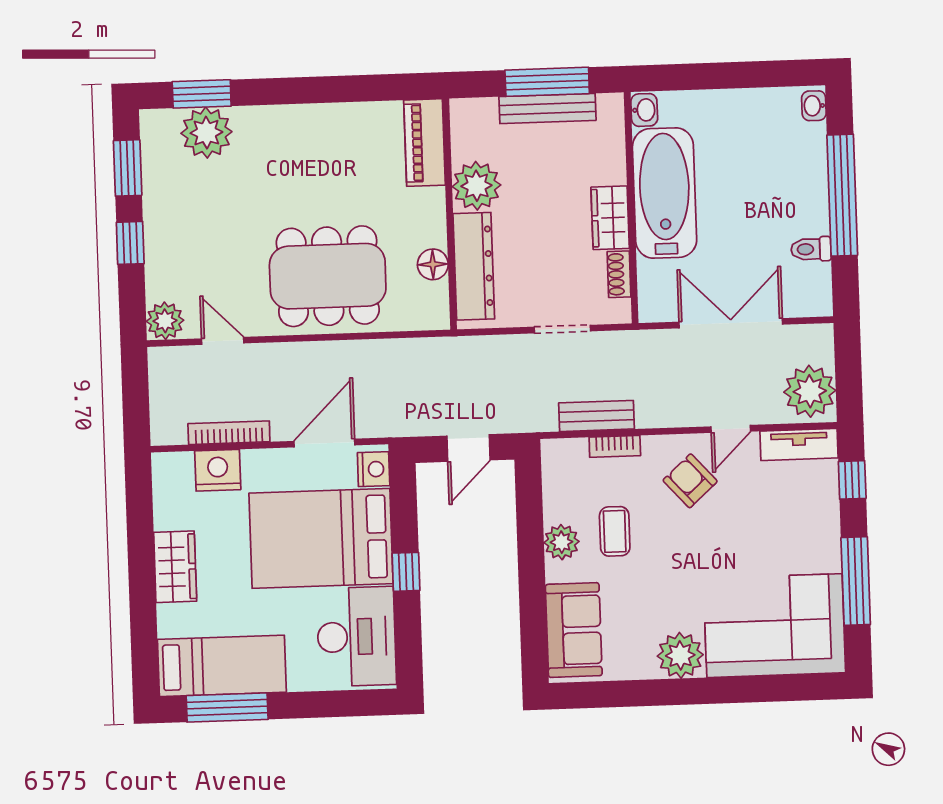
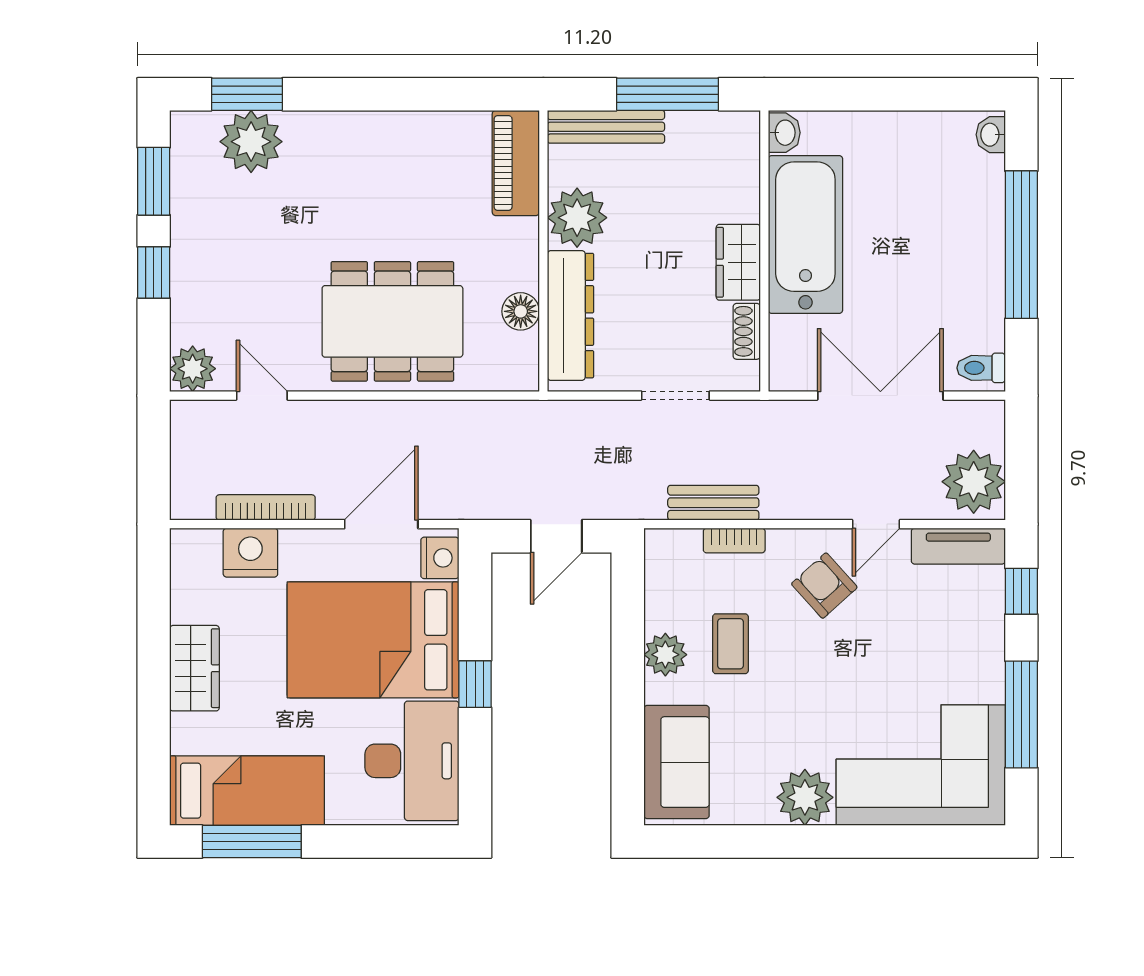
bench: (547, 108) -> (606, 127), moved
toilet: (811, 249) -> (981, 368), moved

